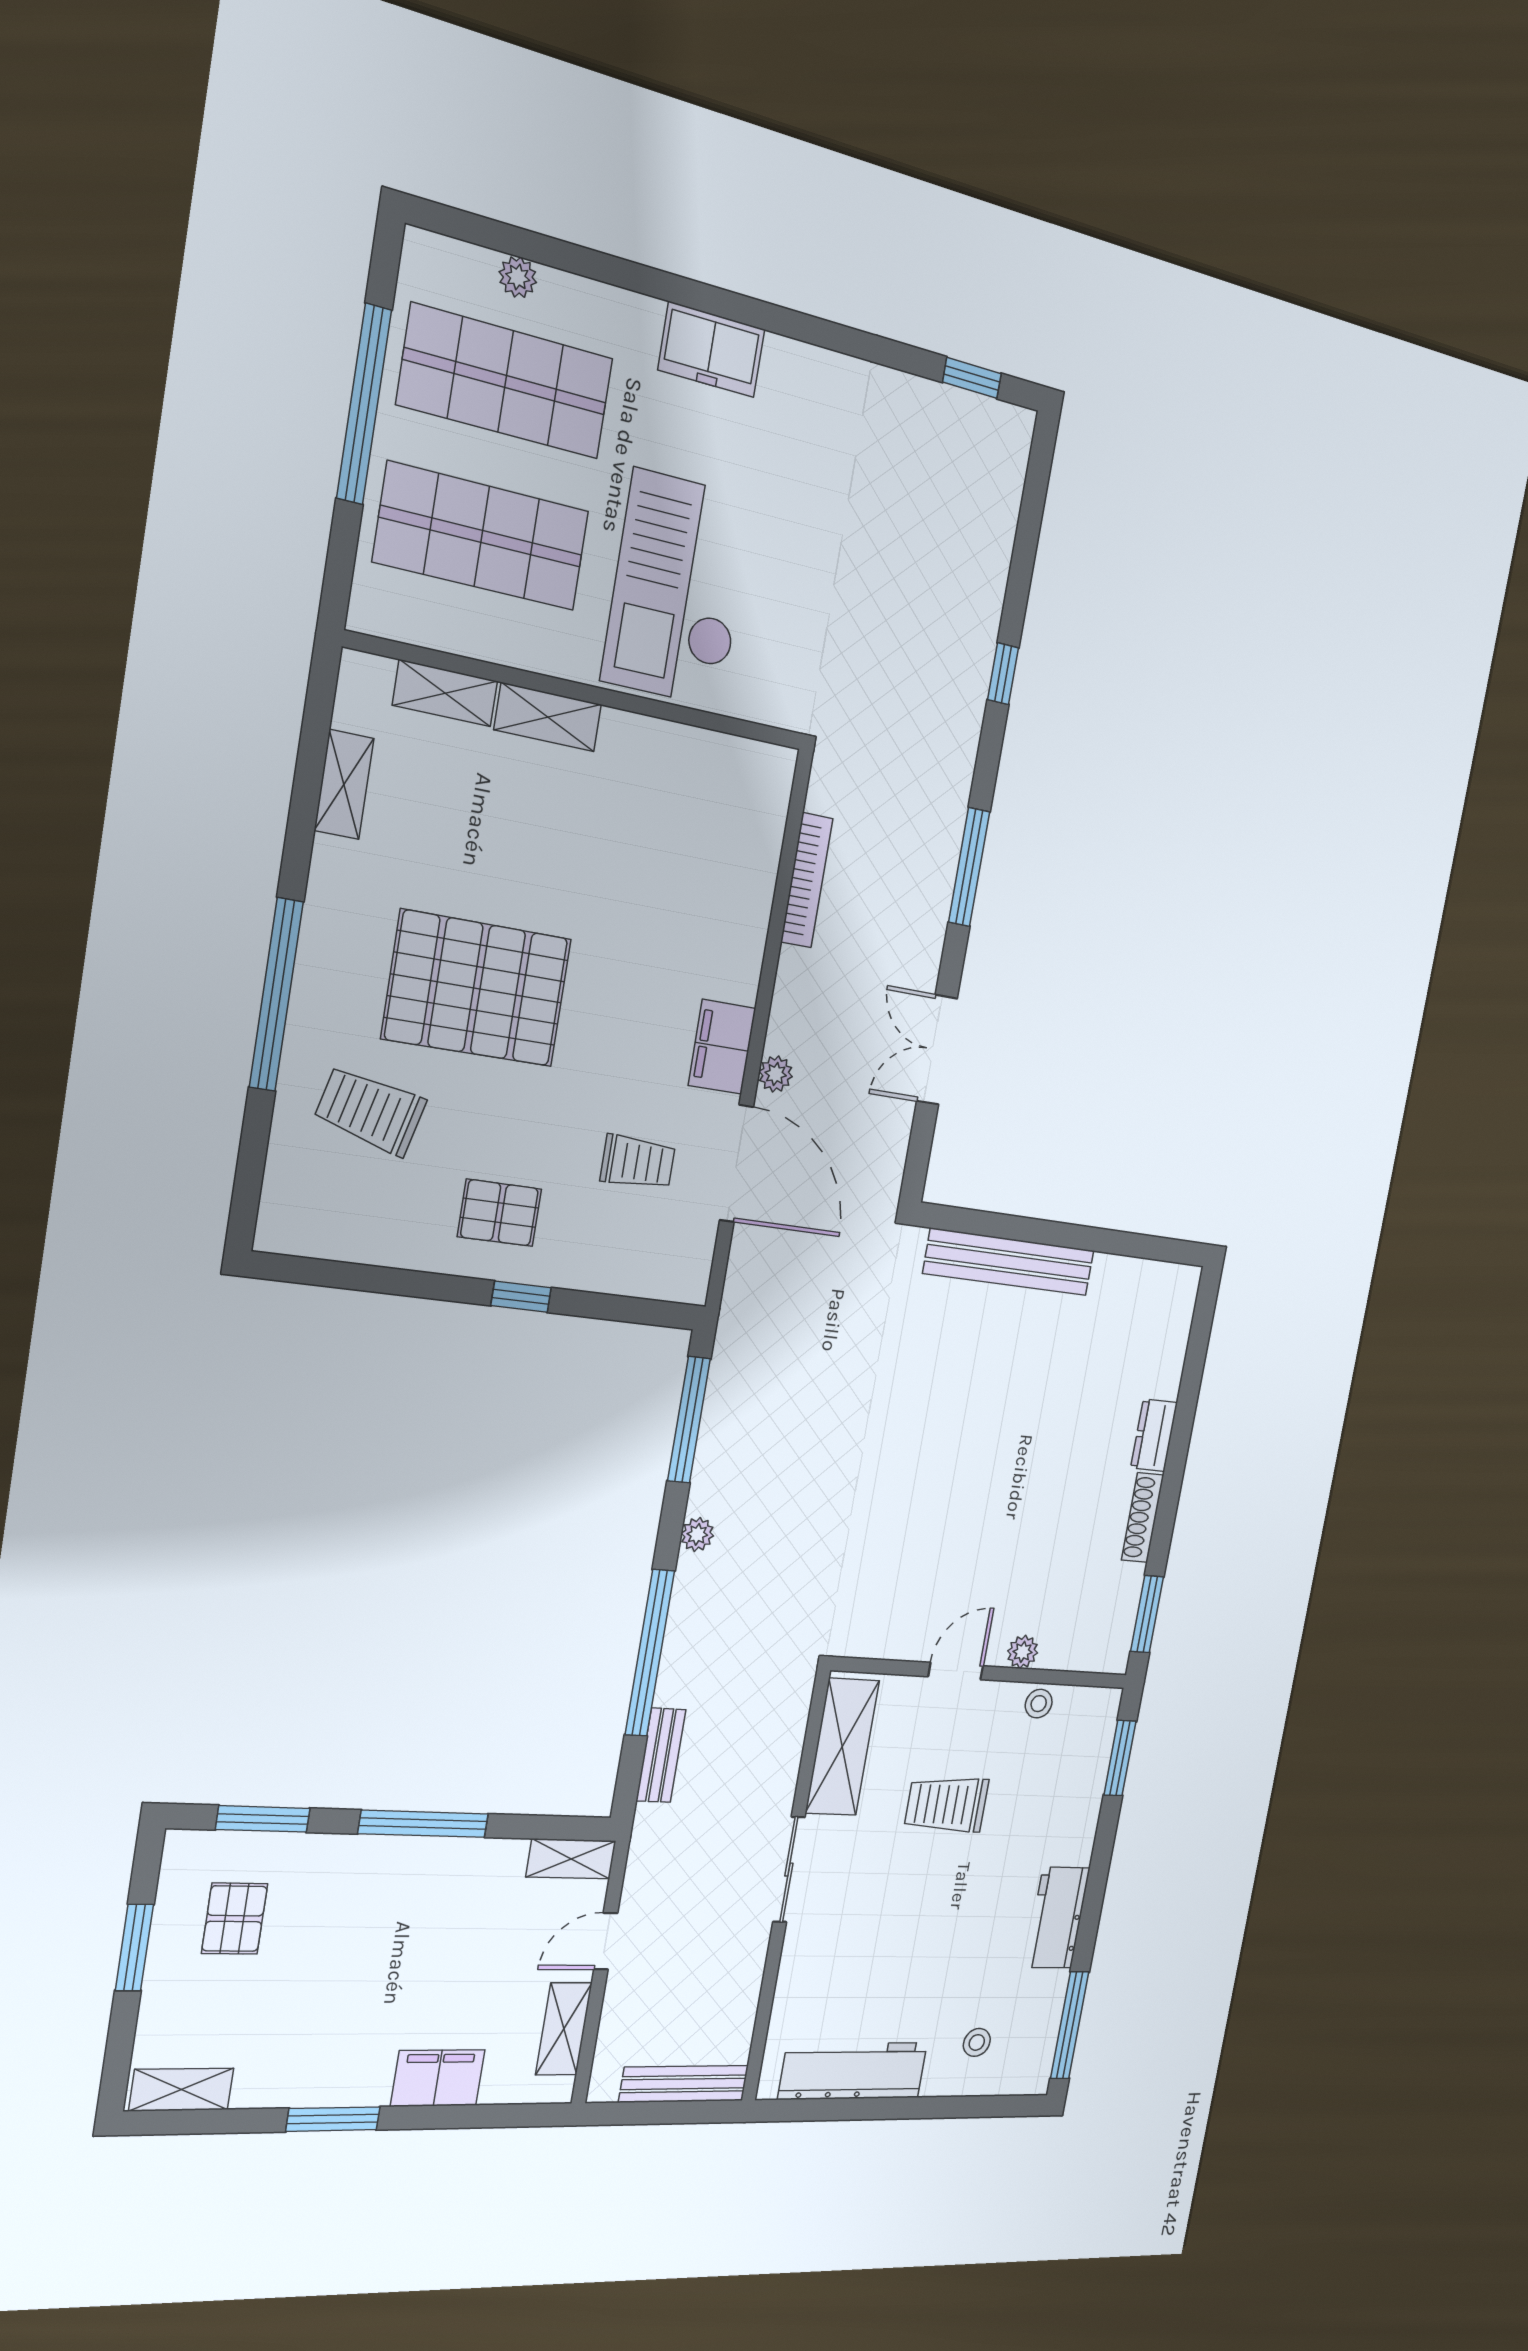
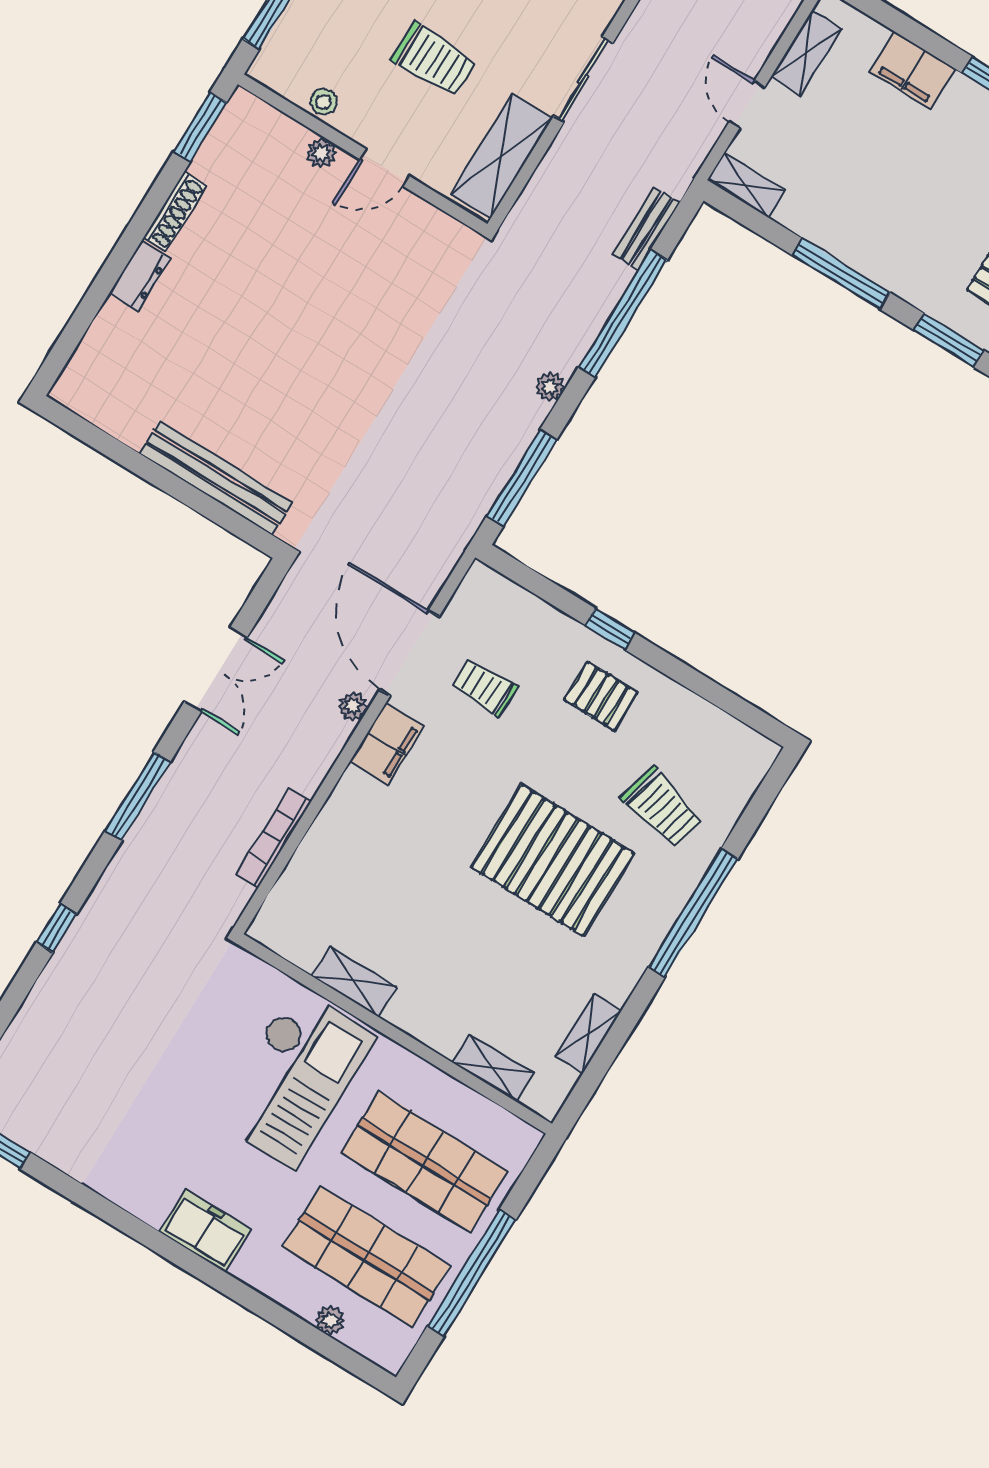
shelving: (548, 717) -> (354, 982), moved
door: (606, 1941) -> (747, 104), swing flipped

